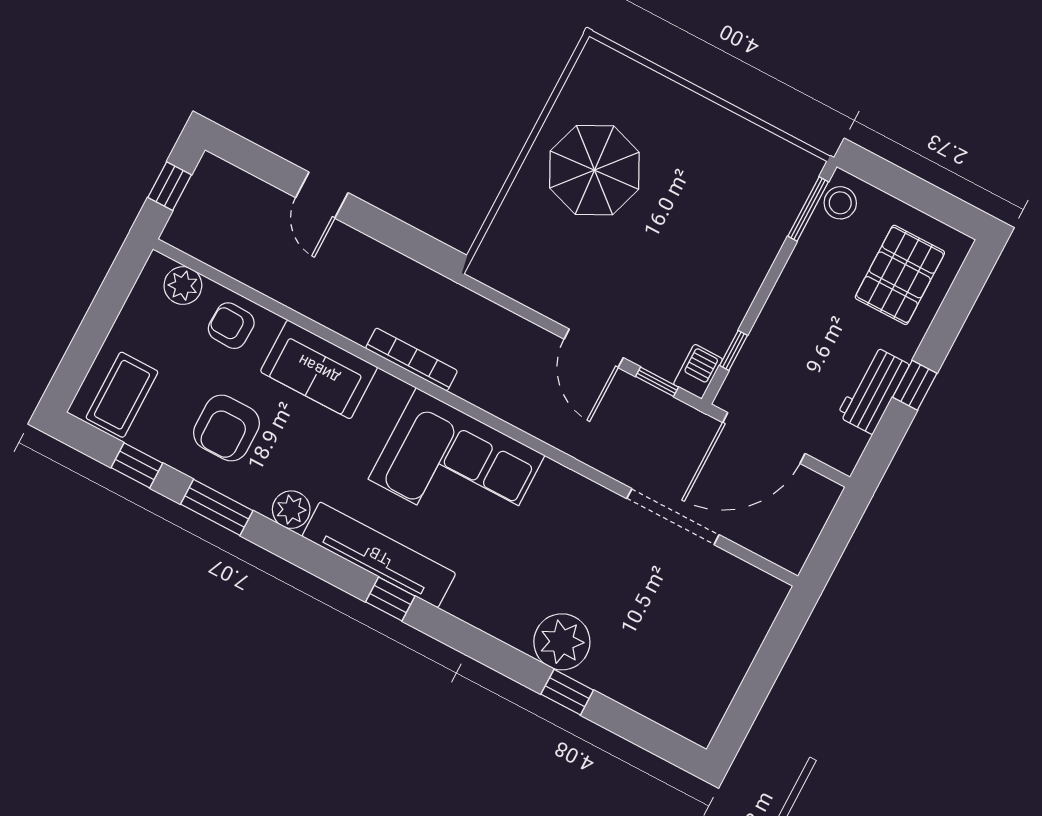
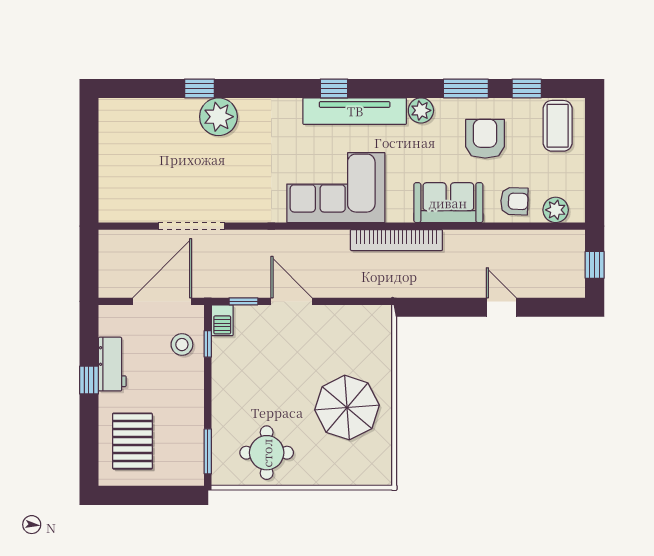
round table: (731, 167) -> (267, 453), added
stool: (840, 203) -> (182, 345), moved
bookcase: (412, 360) -> (396, 240), width x1.48, depth x1.31

